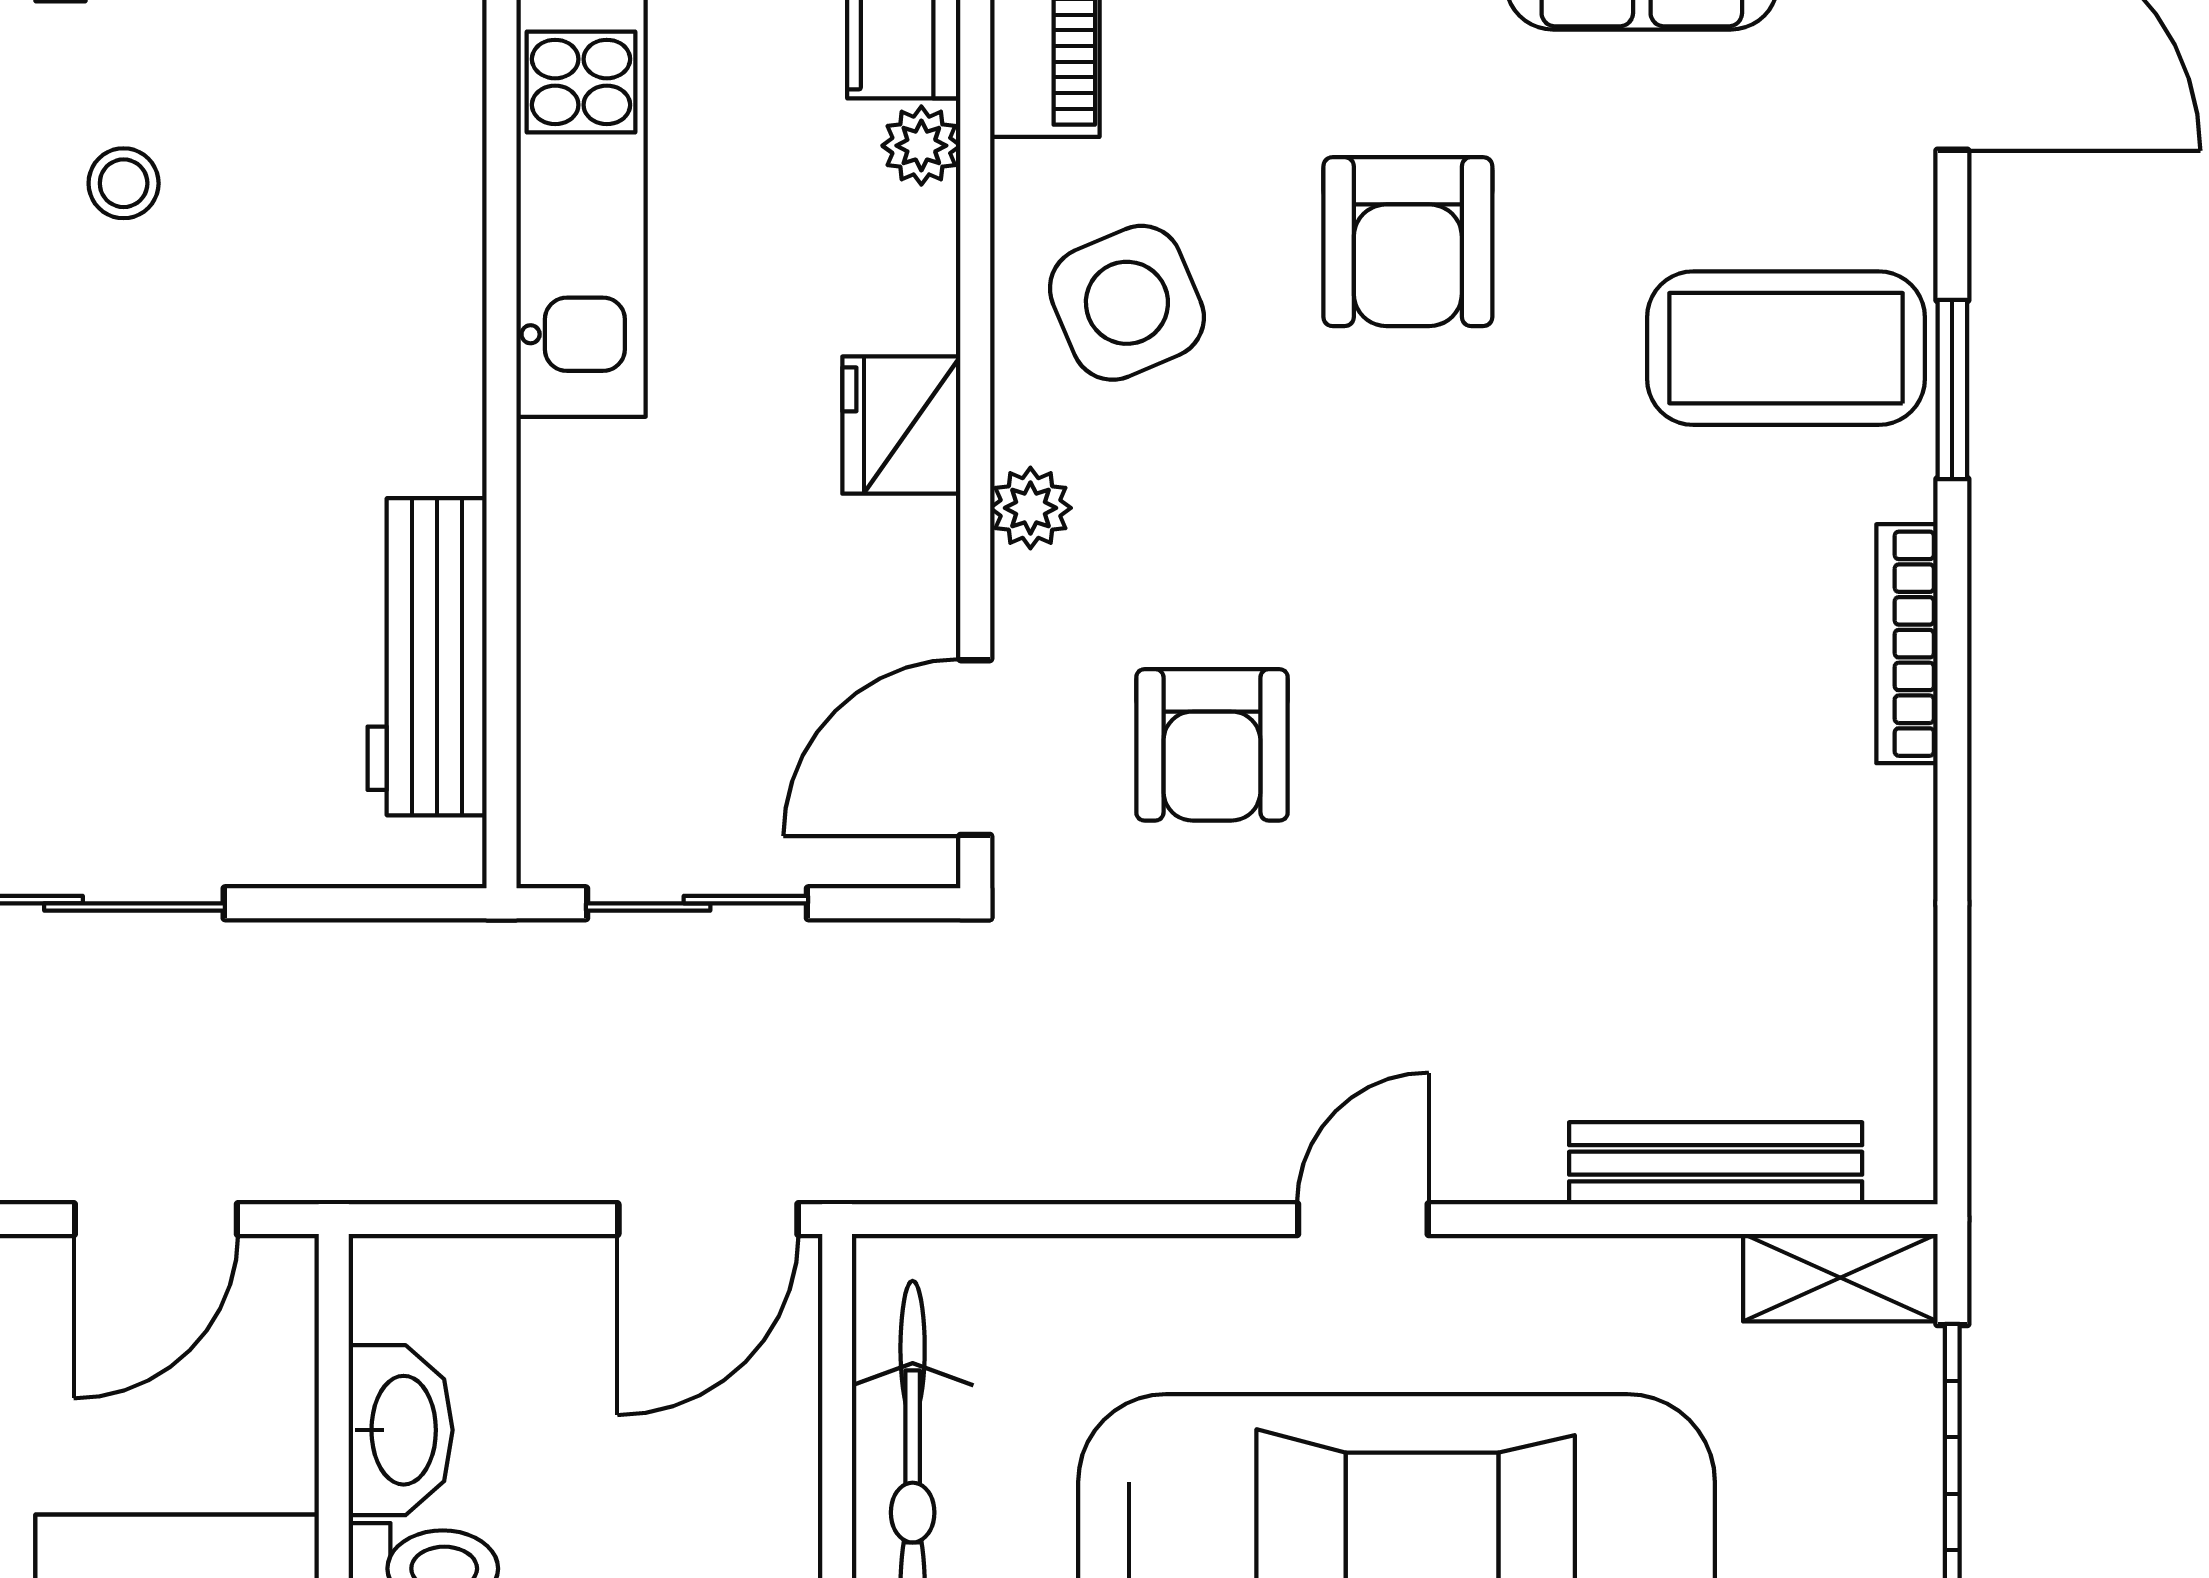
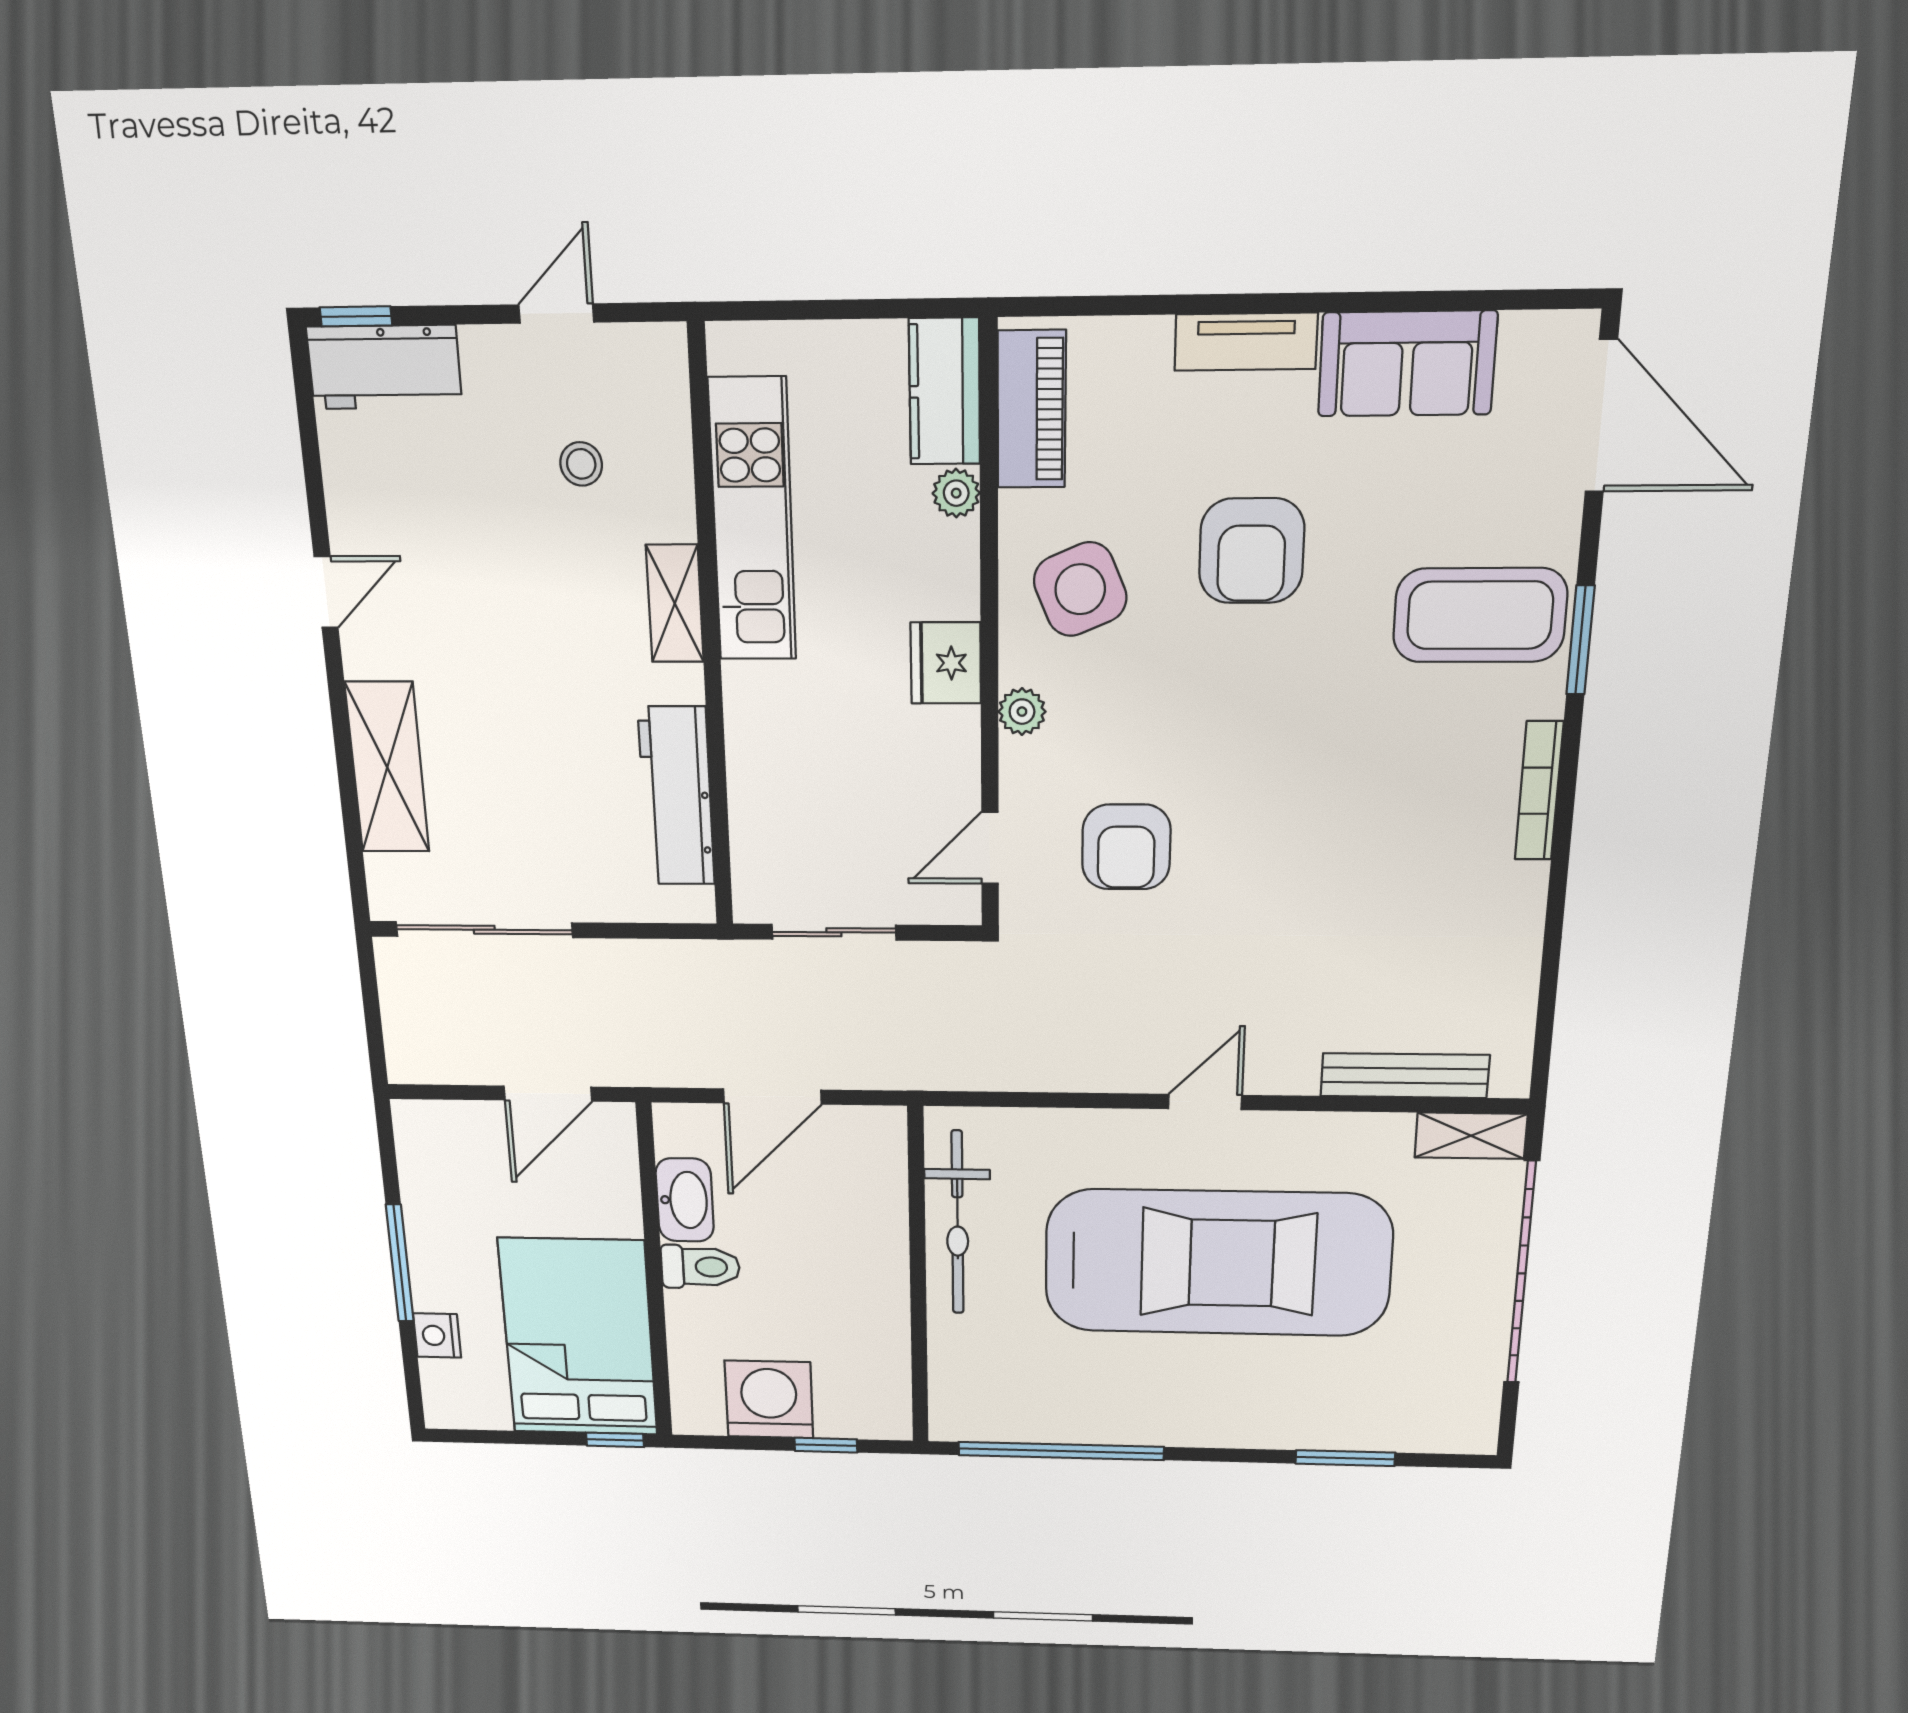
stool: (124, 183) -> (581, 464), moved
shelving: (443, 324) -> (675, 604), added
door: (975, 748) -> (990, 848), width x0.73
door: (708, 1219) -> (772, 1096), moved

